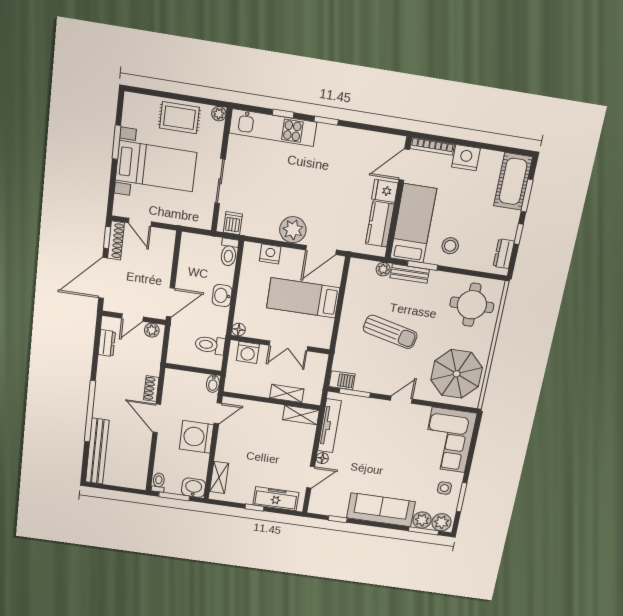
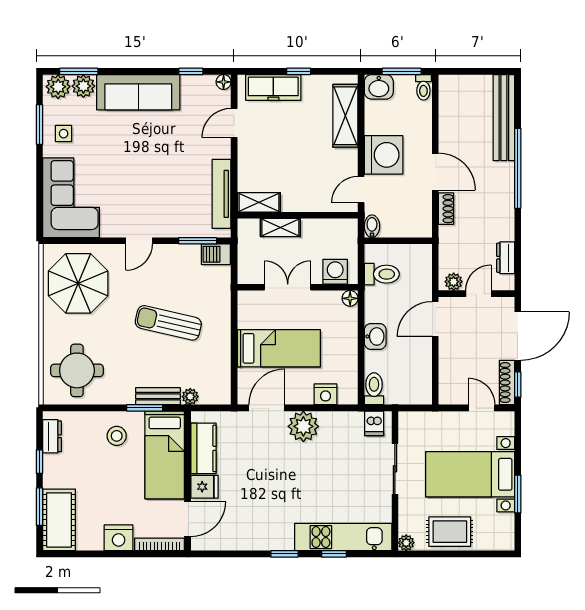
floor lamp: (322, 458) -> (224, 82), moved
shelving: (219, 477) -> (345, 116), width x1.50, depth x1.33

